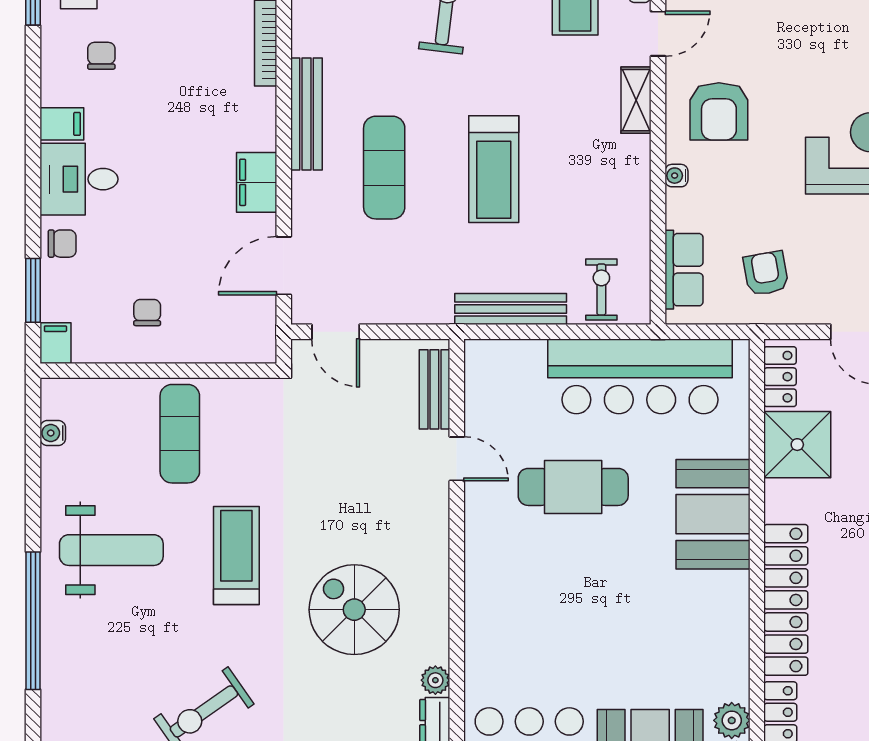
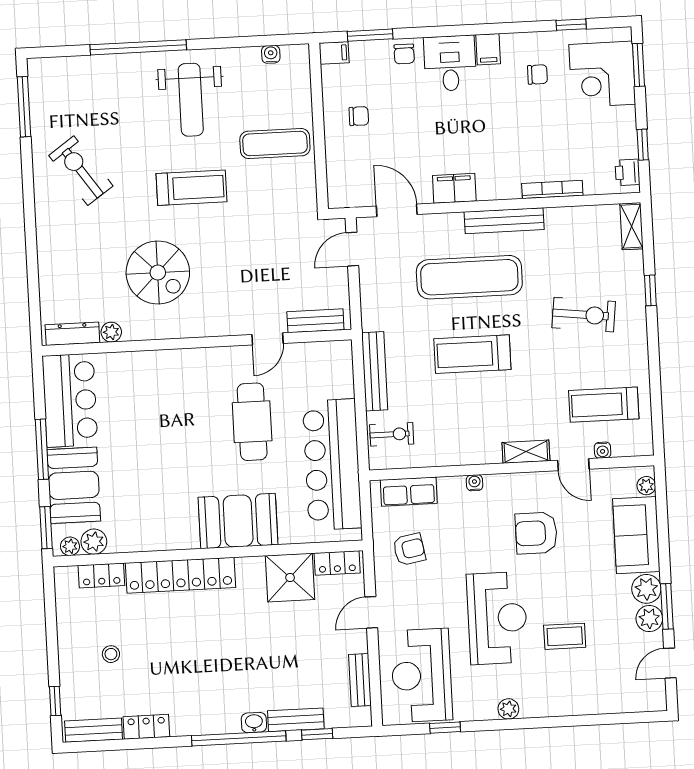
armchair: (719, 111) -> (536, 533), moved
exercise mat: (384, 168) -> (469, 277), width x1.36, depth x1.45
spiral stairs: (354, 610) -> (158, 272), turned 90

